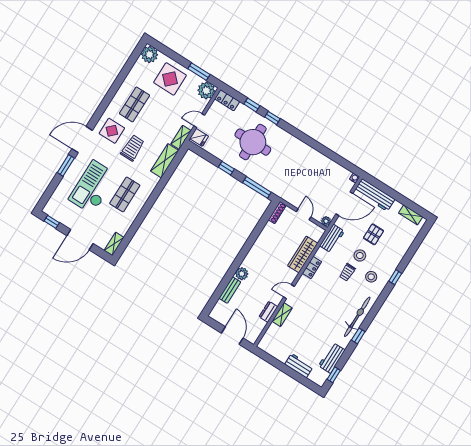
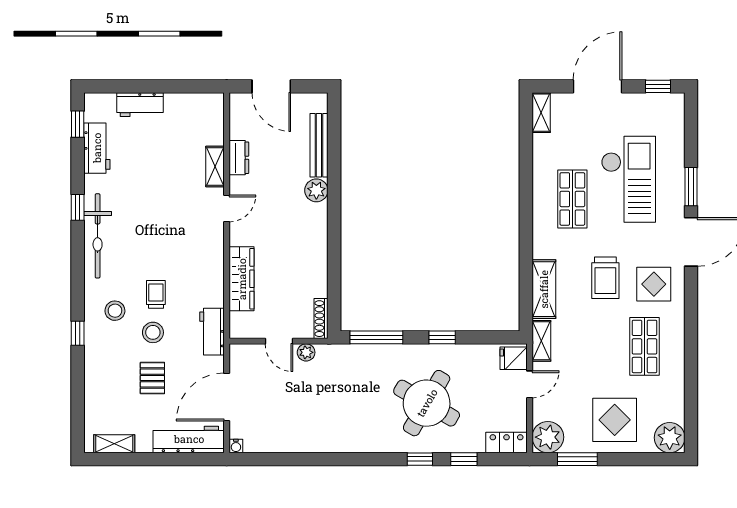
round table: (253, 142) -> (427, 403), turned 30
plant: (326, 221) -> (306, 352), moved
locker: (312, 268) -> (215, 268), removed
bench: (230, 290) -> (319, 145), width x1.36

